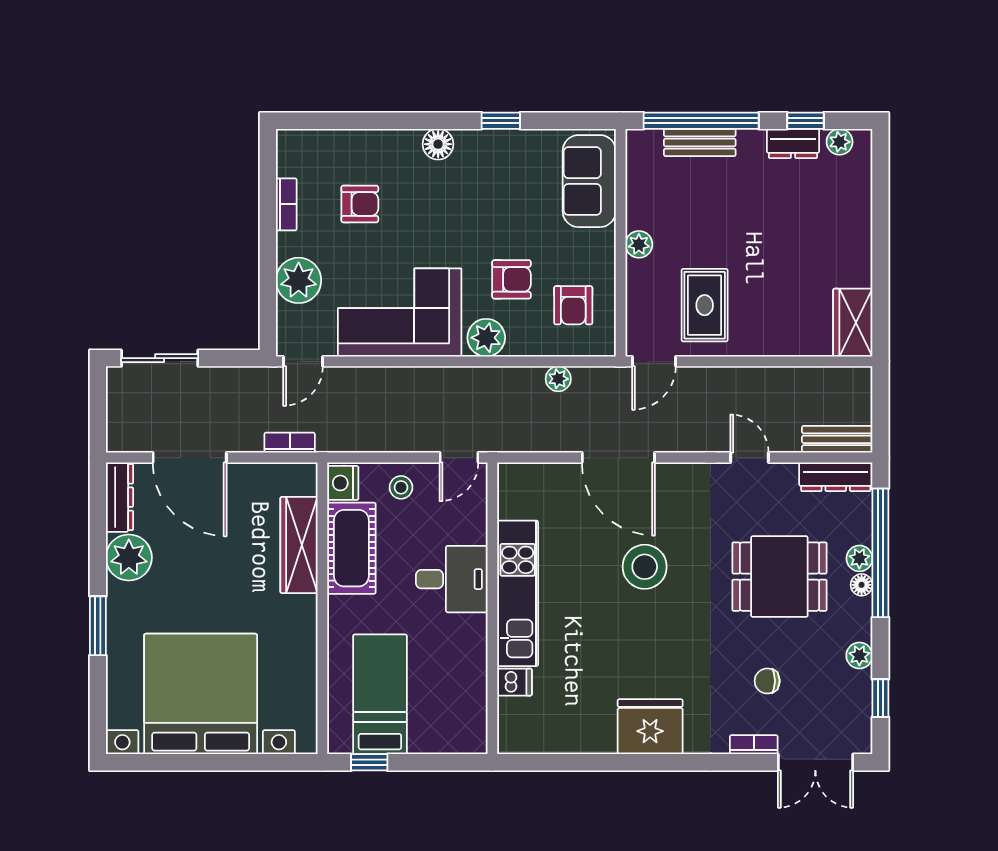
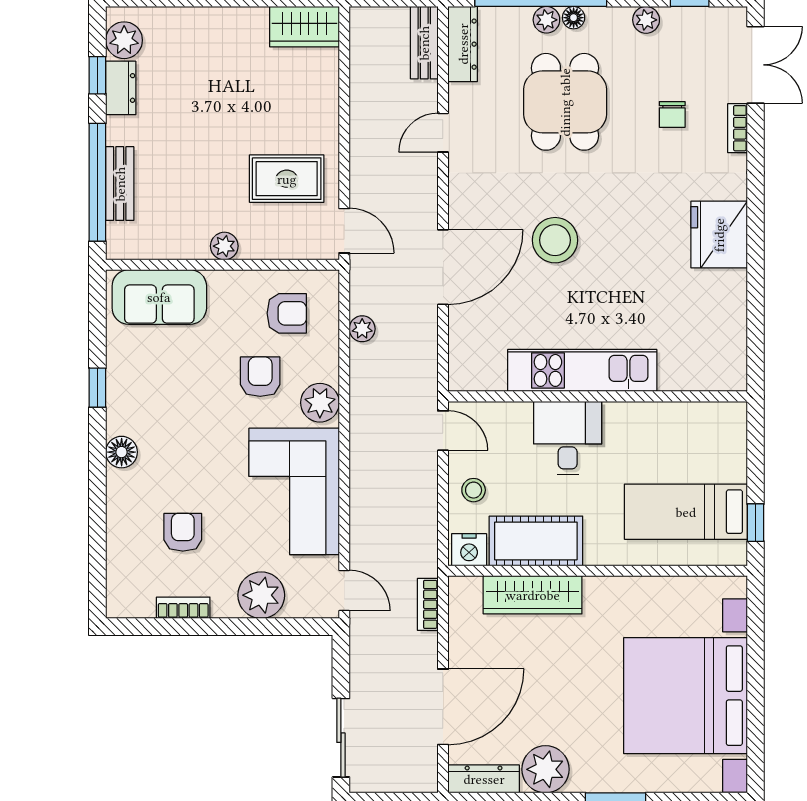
plant: (840, 142) -> (124, 40), width x1.38, depth x1.38
dishwasher: (515, 682) -> (673, 374), removed

